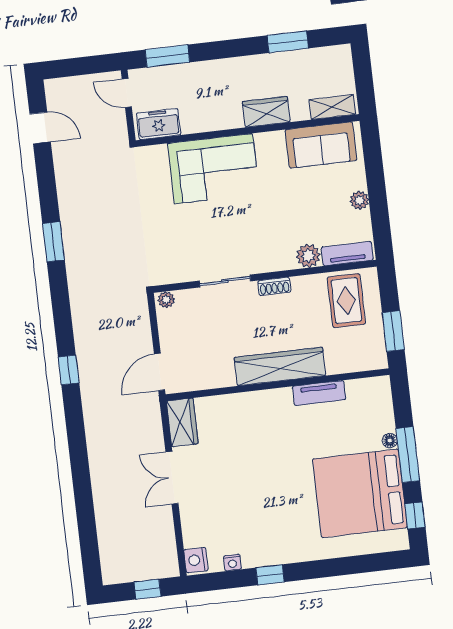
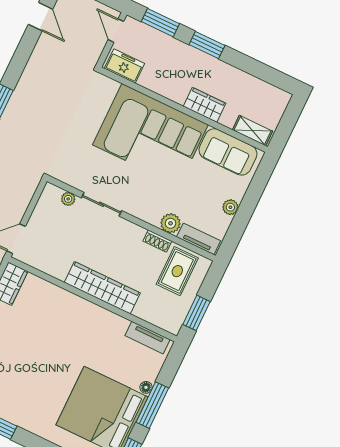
window: (288, 42) -> (207, 45), moved
corner sofa: (213, 169) -> (150, 135), width x1.36, depth x1.36
shoe rack: (274, 286) -> (157, 241), moved
plant: (166, 300) -> (68, 199), moved
tv unit: (319, 393) -> (148, 338), moved

